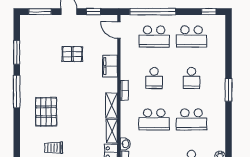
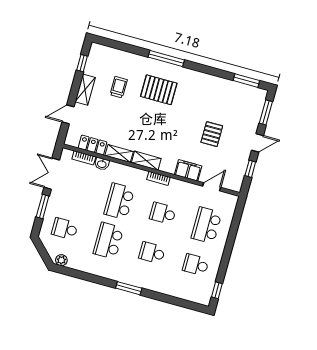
window: (153, 12) -> (233, 231), removed
door: (119, 30) -> (212, 187), moved
school desk: (192, 37) -> (196, 265), width x0.54
window: (17, 52) -> (246, 81), moved
window: (17, 91) -> (166, 59), moved

